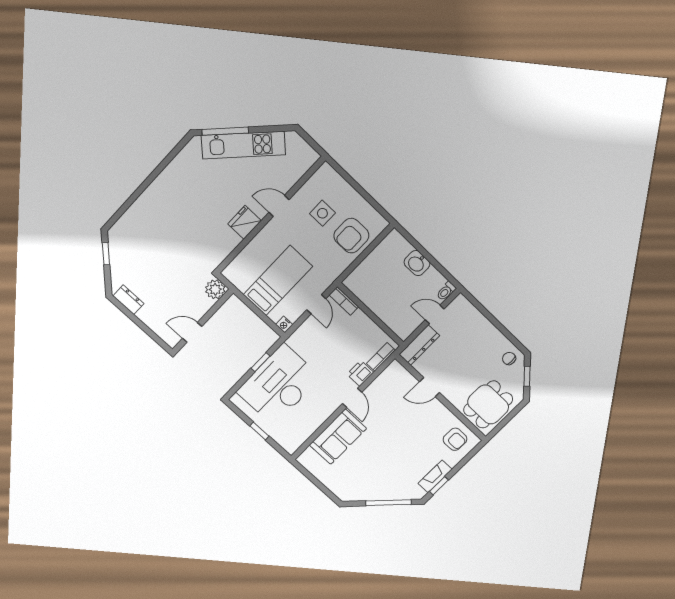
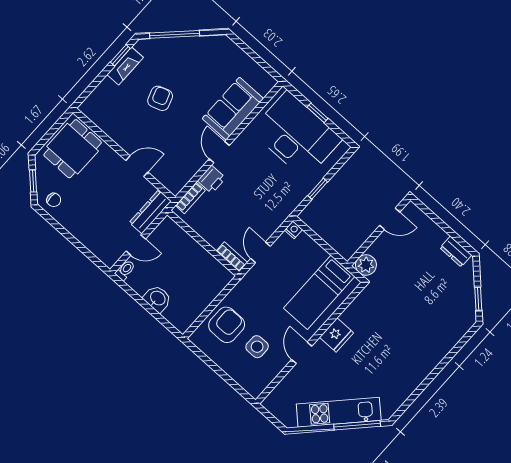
door: (279, 206) -> (302, 353), swing flipped
bed: (278, 281) -> (319, 292), moved
desk: (279, 385) -> (296, 135), moved, turned -90
armchair: (455, 439) -> (160, 98), moved, turned 71

